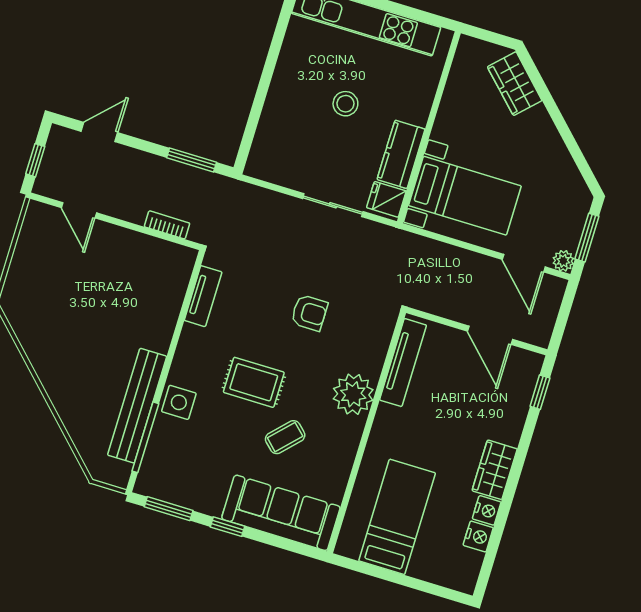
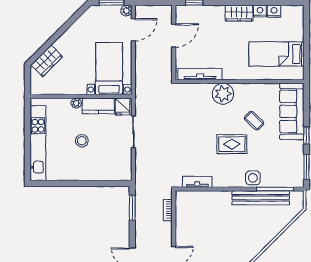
plant: (419, 115) -> (76, 103), added
armchair: (309, 313) -> (190, 127), removed
rug: (254, 382) -> (232, 144), turned 90

